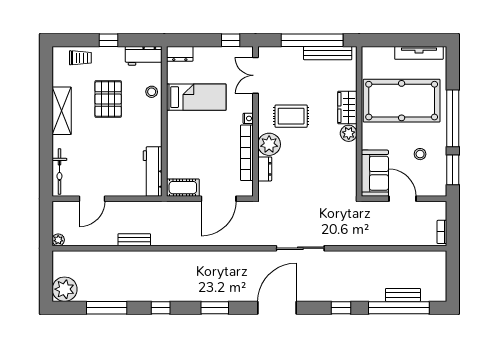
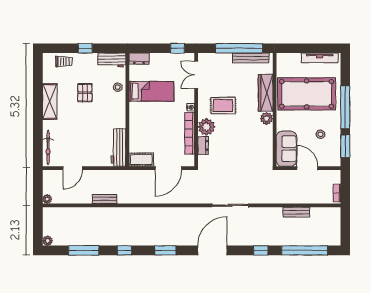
pallet: (108, 99) -> (85, 93), width x0.67, depth x0.71
wardrobe: (347, 107) -> (266, 93), width x1.50
plant: (65, 289) -> (48, 241), width x0.53, depth x0.53
bench: (403, 295) -> (296, 212), moved

